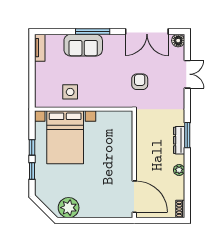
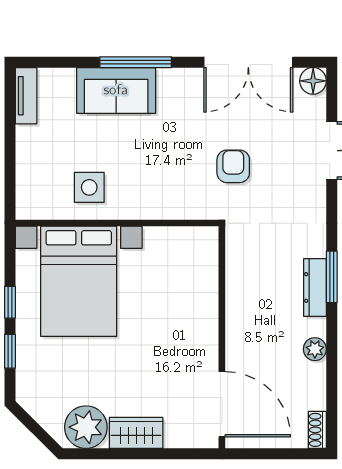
wardrobe: (93, 210) -> (136, 433), added

